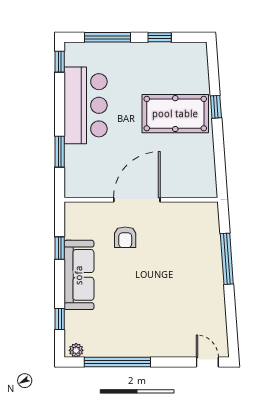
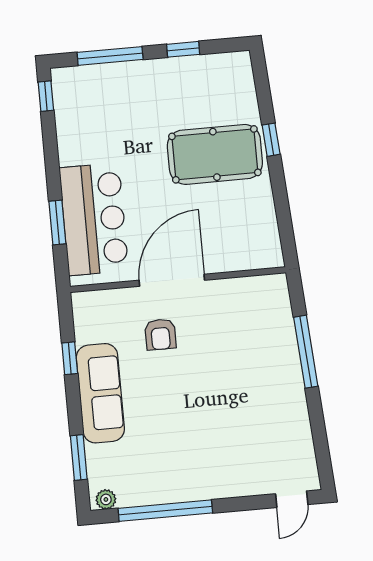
bar counter: (86, 105) -> (94, 219), moved
window: (60, 319) -> (79, 458), width x1.50
door: (207, 362) -> (292, 499), swing flipped

